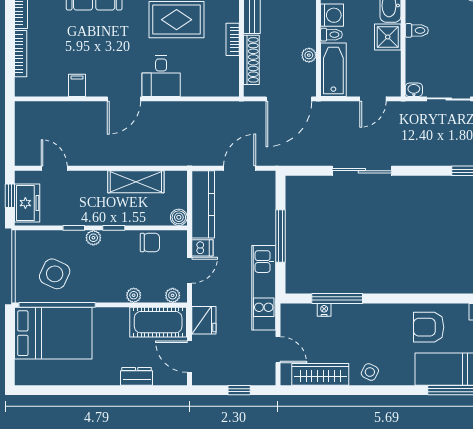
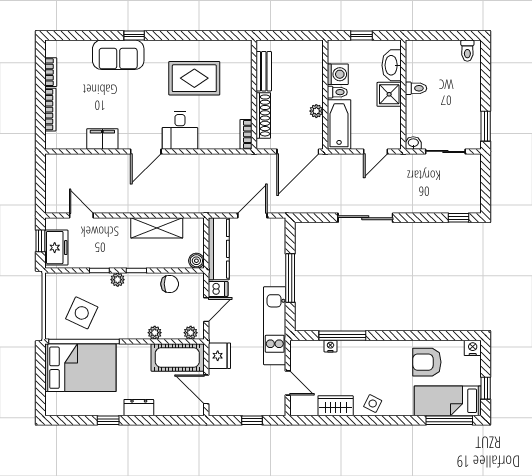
bookcase: (233, 39) -> (246, 134), moved
filing cabinet: (77, 85) -> (102, 139), width x2.00
wardrobe: (320, 374) -> (336, 406), width x0.67
dresser: (137, 376) -> (139, 408), moved
window: (83, 390) -> (108, 420), added

